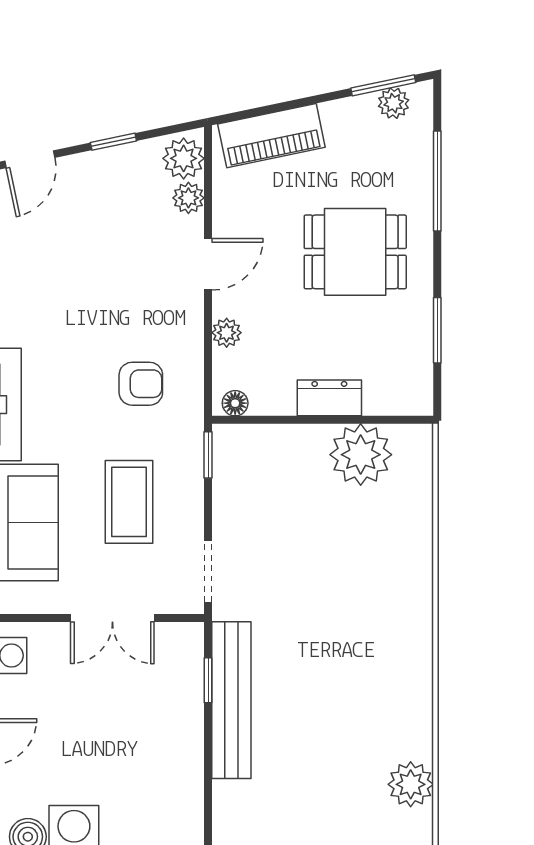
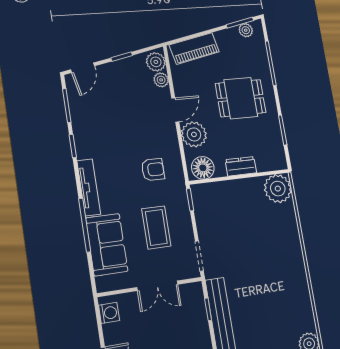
plant: (227, 333) -> (194, 134), width x1.88, depth x1.88
floor lamp: (235, 403) -> (203, 168), width x1.89, depth x1.89
plant: (361, 455) -> (278, 189), moved

